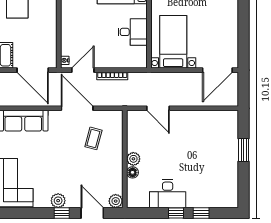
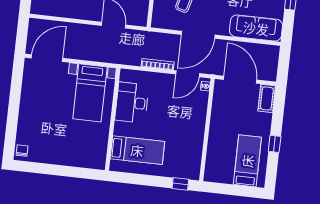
desk: (133, 32) -> (132, 103), width x1.37
door: (77, 108) -> (198, 35), hinge flipped

